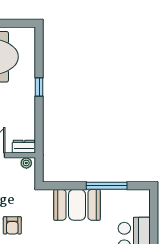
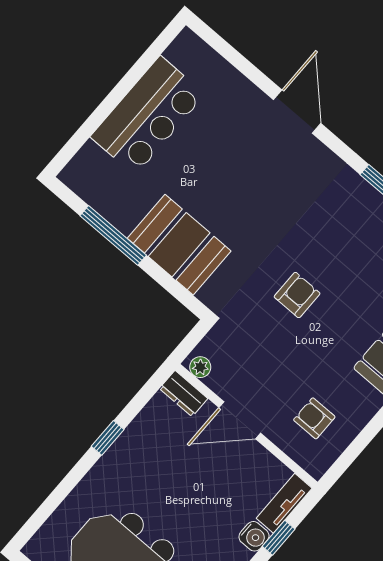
window: (39, 87) -> (108, 438), moved

